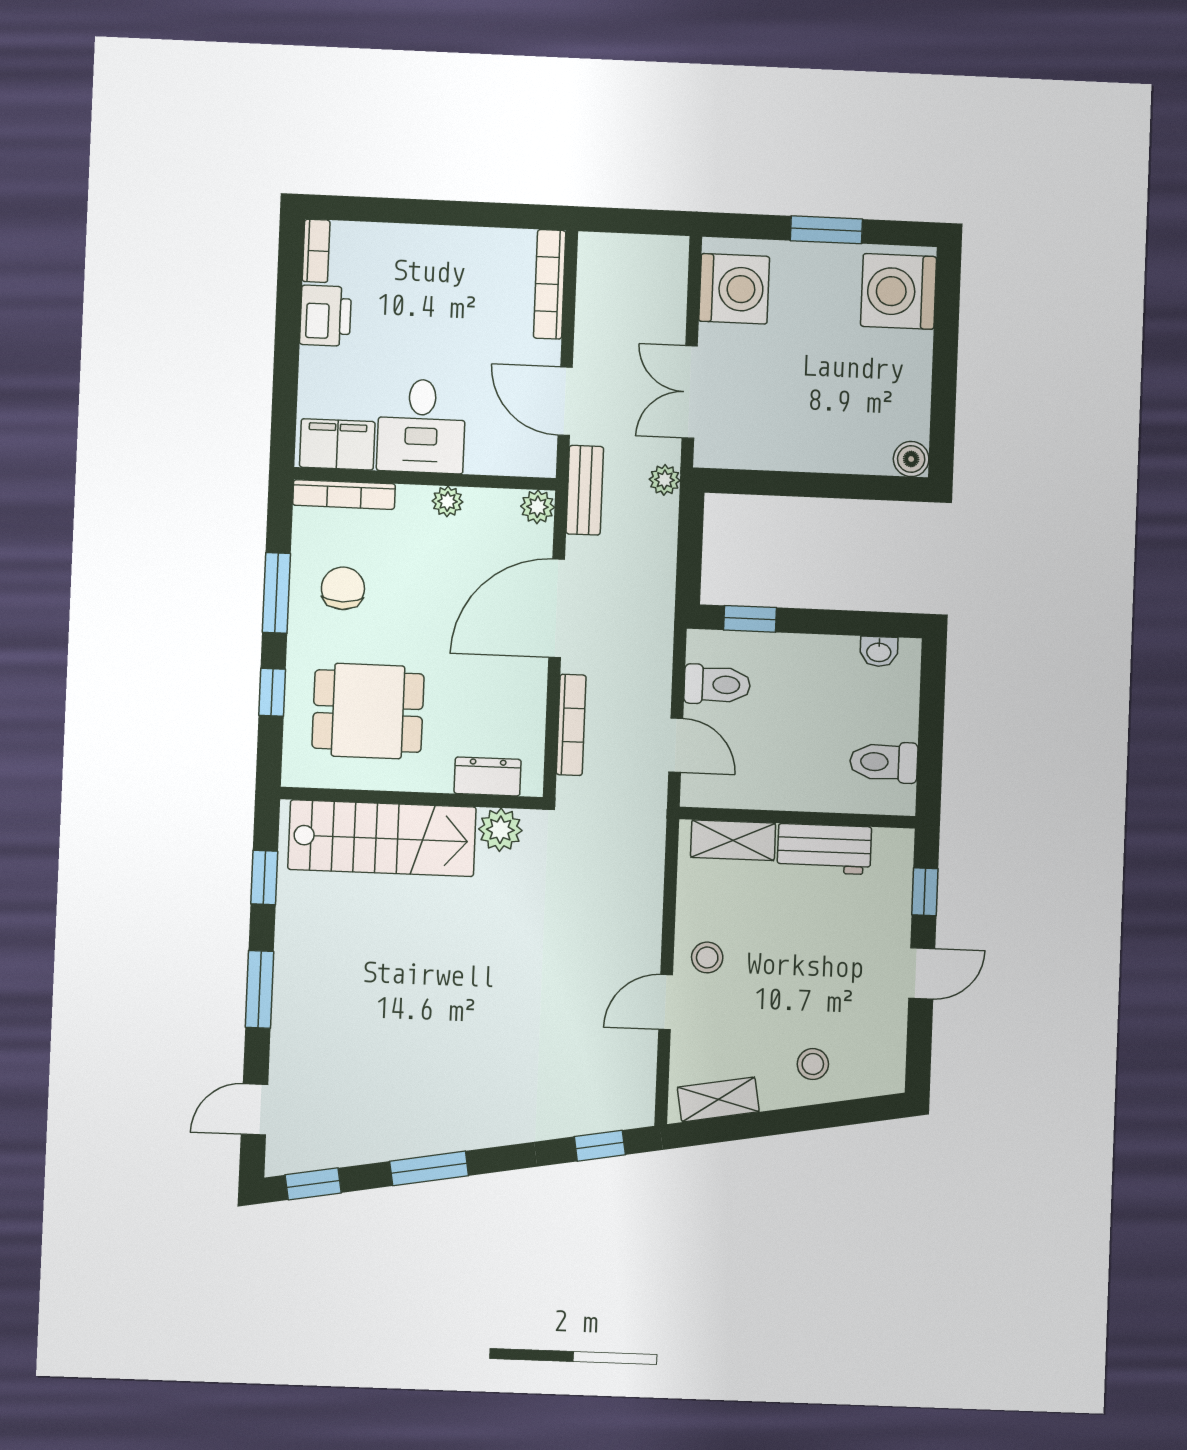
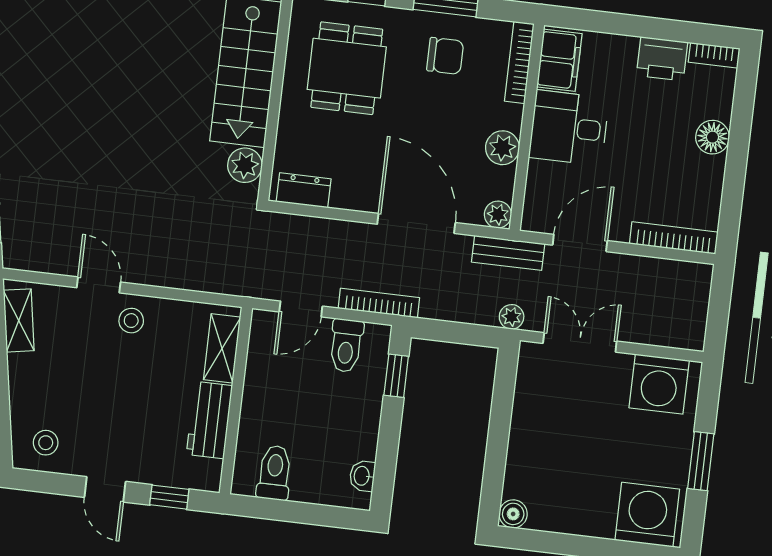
floor lamp: (419, 245) -> (712, 137), added
plant: (448, 501) -> (502, 148), width x1.38, depth x1.38
bookcase: (571, 725) -> (379, 303), moved, turned 180
dresser: (488, 776) -> (304, 190), moved, turned -90
stool: (813, 1064) -> (46, 443), moved

